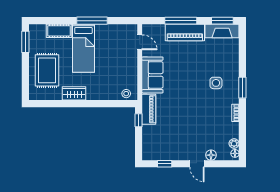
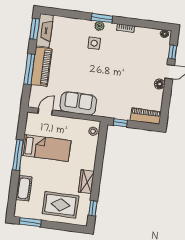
bed: (83, 48) -> (46, 148), moved
window: (48, 104) -> (93, 208), added
piano: (149, 109) -> (146, 116), moved
plant: (234, 143) -> (99, 26), moved
floor lamp: (211, 155) -> (160, 84), moved
window: (165, 164) -> (172, 52), moved

